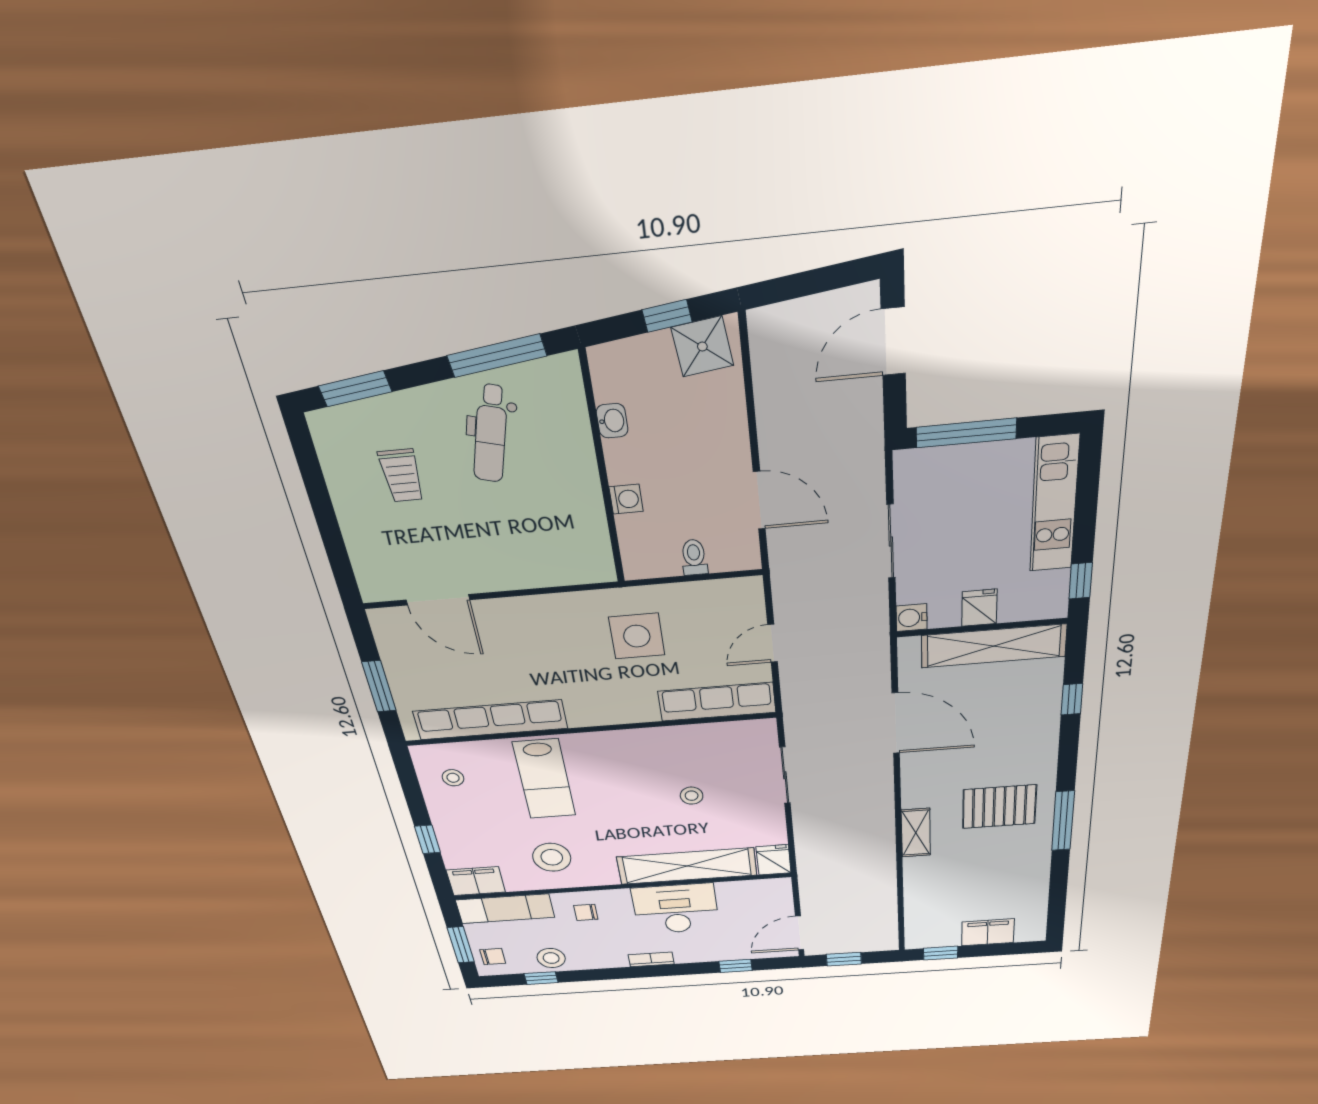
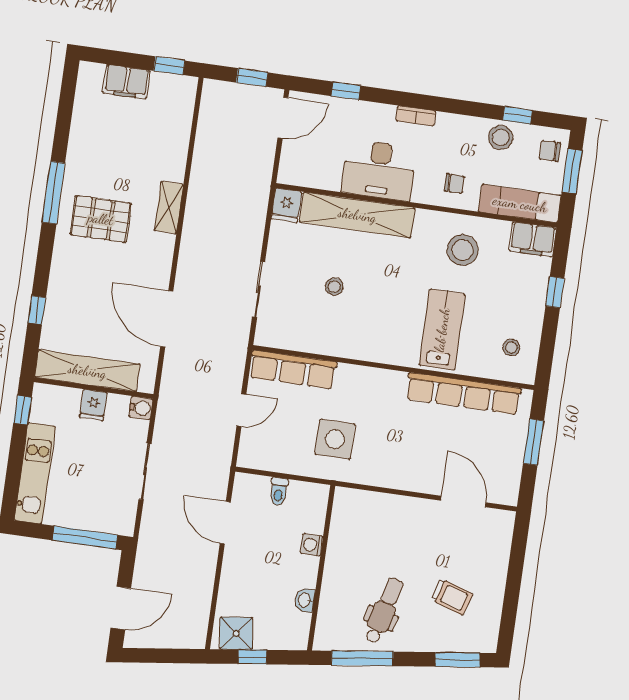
trolley: (402, 475) -> (452, 597), turned 108

